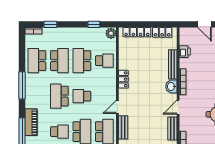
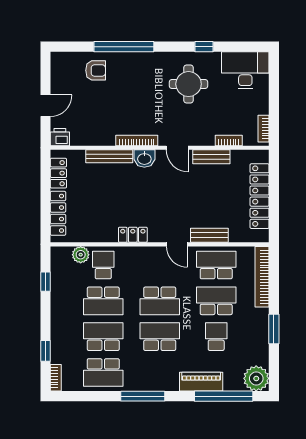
plant: (111, 33) -> (81, 255), moved
printer: (185, 52) -> (60, 137), moved
school desk: (59, 96) -> (160, 337), turned 180
school desk: (82, 96) -> (160, 301), width x1.85

